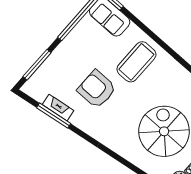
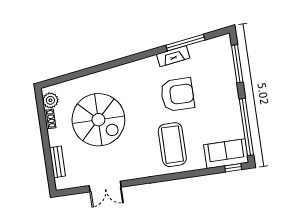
fireplace: (58, 108) -> (173, 56), moved

